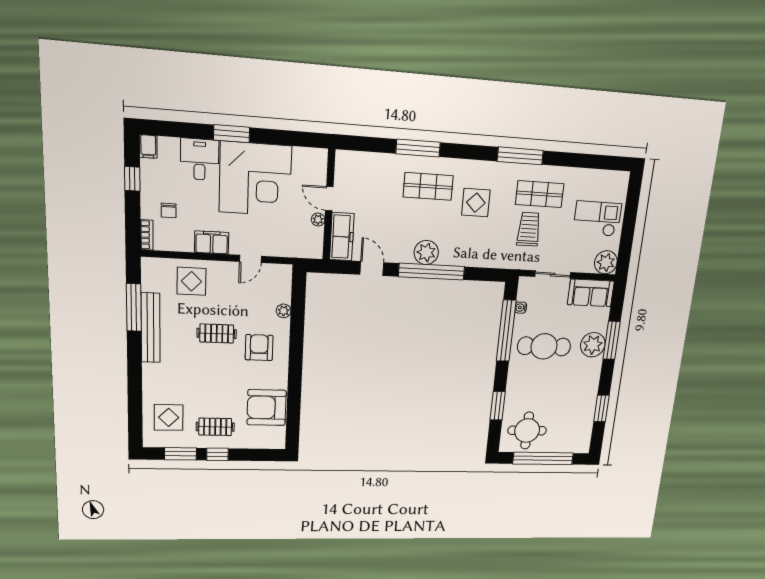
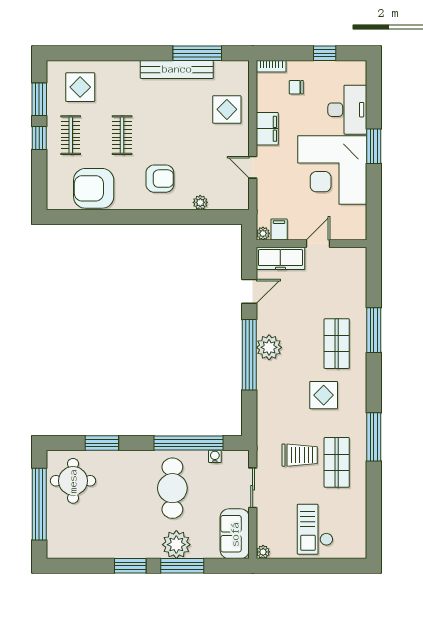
filing cabinet: (148, 146) -> (279, 229), moved, turned 90
desk: (200, 159) -> (347, 110), width x1.37
plant: (318, 219) -> (263, 233), moved
checkout: (597, 219) -> (315, 529), turned 180
plant: (606, 262) -> (263, 552), width x0.53, depth x0.53
clothes rail: (217, 333) -> (122, 135), moved
armchair: (267, 408) -> (94, 188), turned -90
window: (601, 408) -> (130, 566), moved

